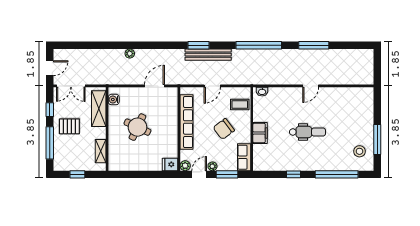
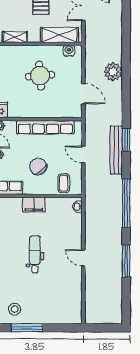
plant: (130, 54) -> (113, 72), width x1.88, depth x1.88
round table: (137, 127) -> (40, 76), turned -30
dental chair: (307, 132) -> (35, 254), turned 180

